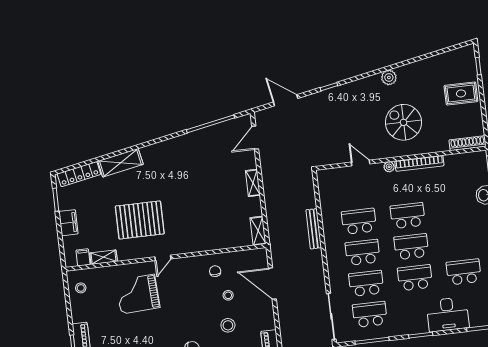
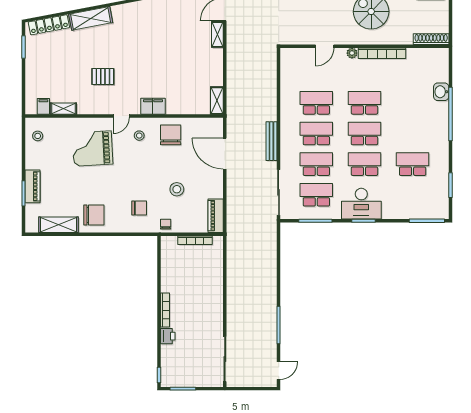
door: (361, 163) -> (325, 46), swing flipped
shelving: (253, 183) -> (217, 34), moved
pallet: (140, 220) -> (103, 76), width x0.49, depth x0.50
filing cabinet: (68, 223) -> (153, 106), moved, turned -90
bench: (314, 229) -> (271, 141), moved
chair: (215, 271) -> (171, 135), width x1.87, depth x1.87
stool: (228, 295) -> (139, 136), moved
desk: (448, 314) -> (361, 204), moved

